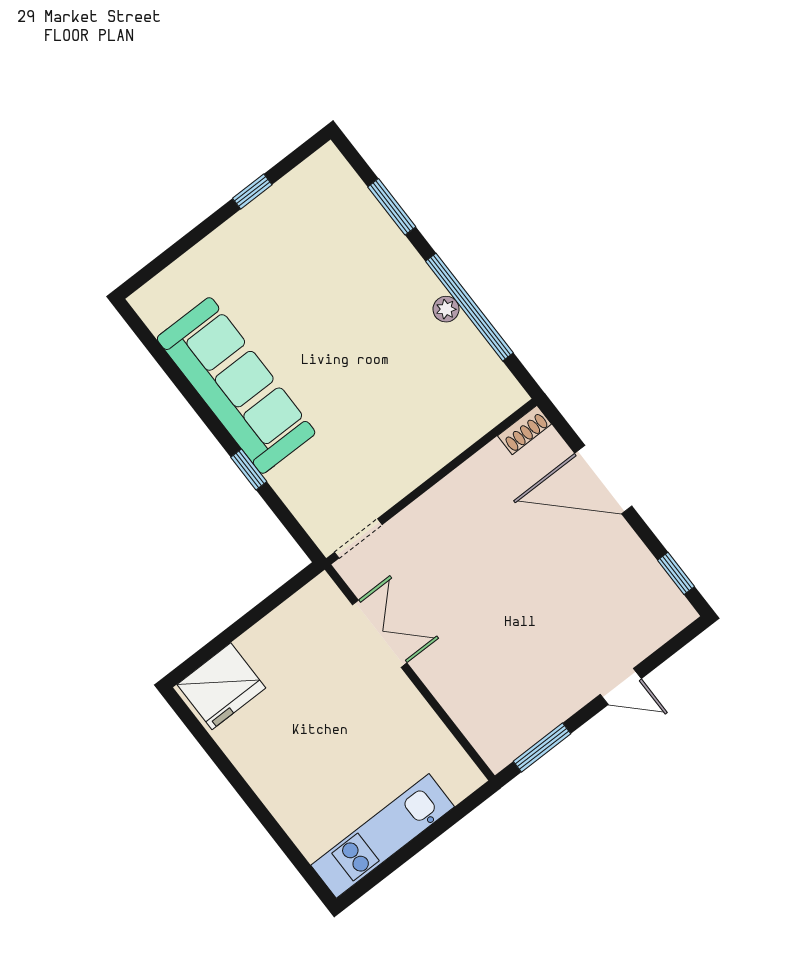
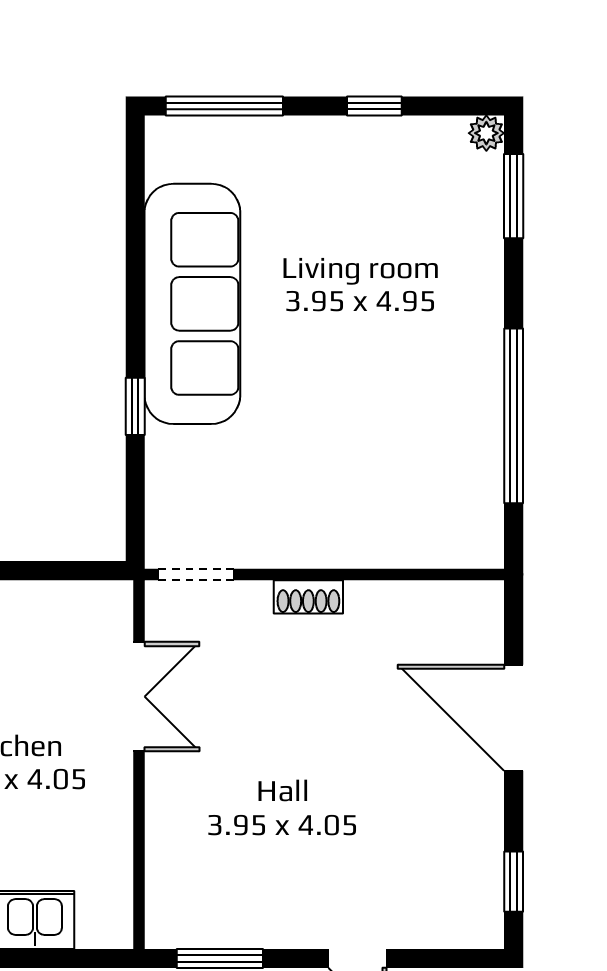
window: (392, 207) -> (514, 196), moved
window: (167, 258) -> (224, 106), added
plant: (446, 309) -> (486, 133), moved
shoe rack: (525, 430) -> (308, 597), moved

